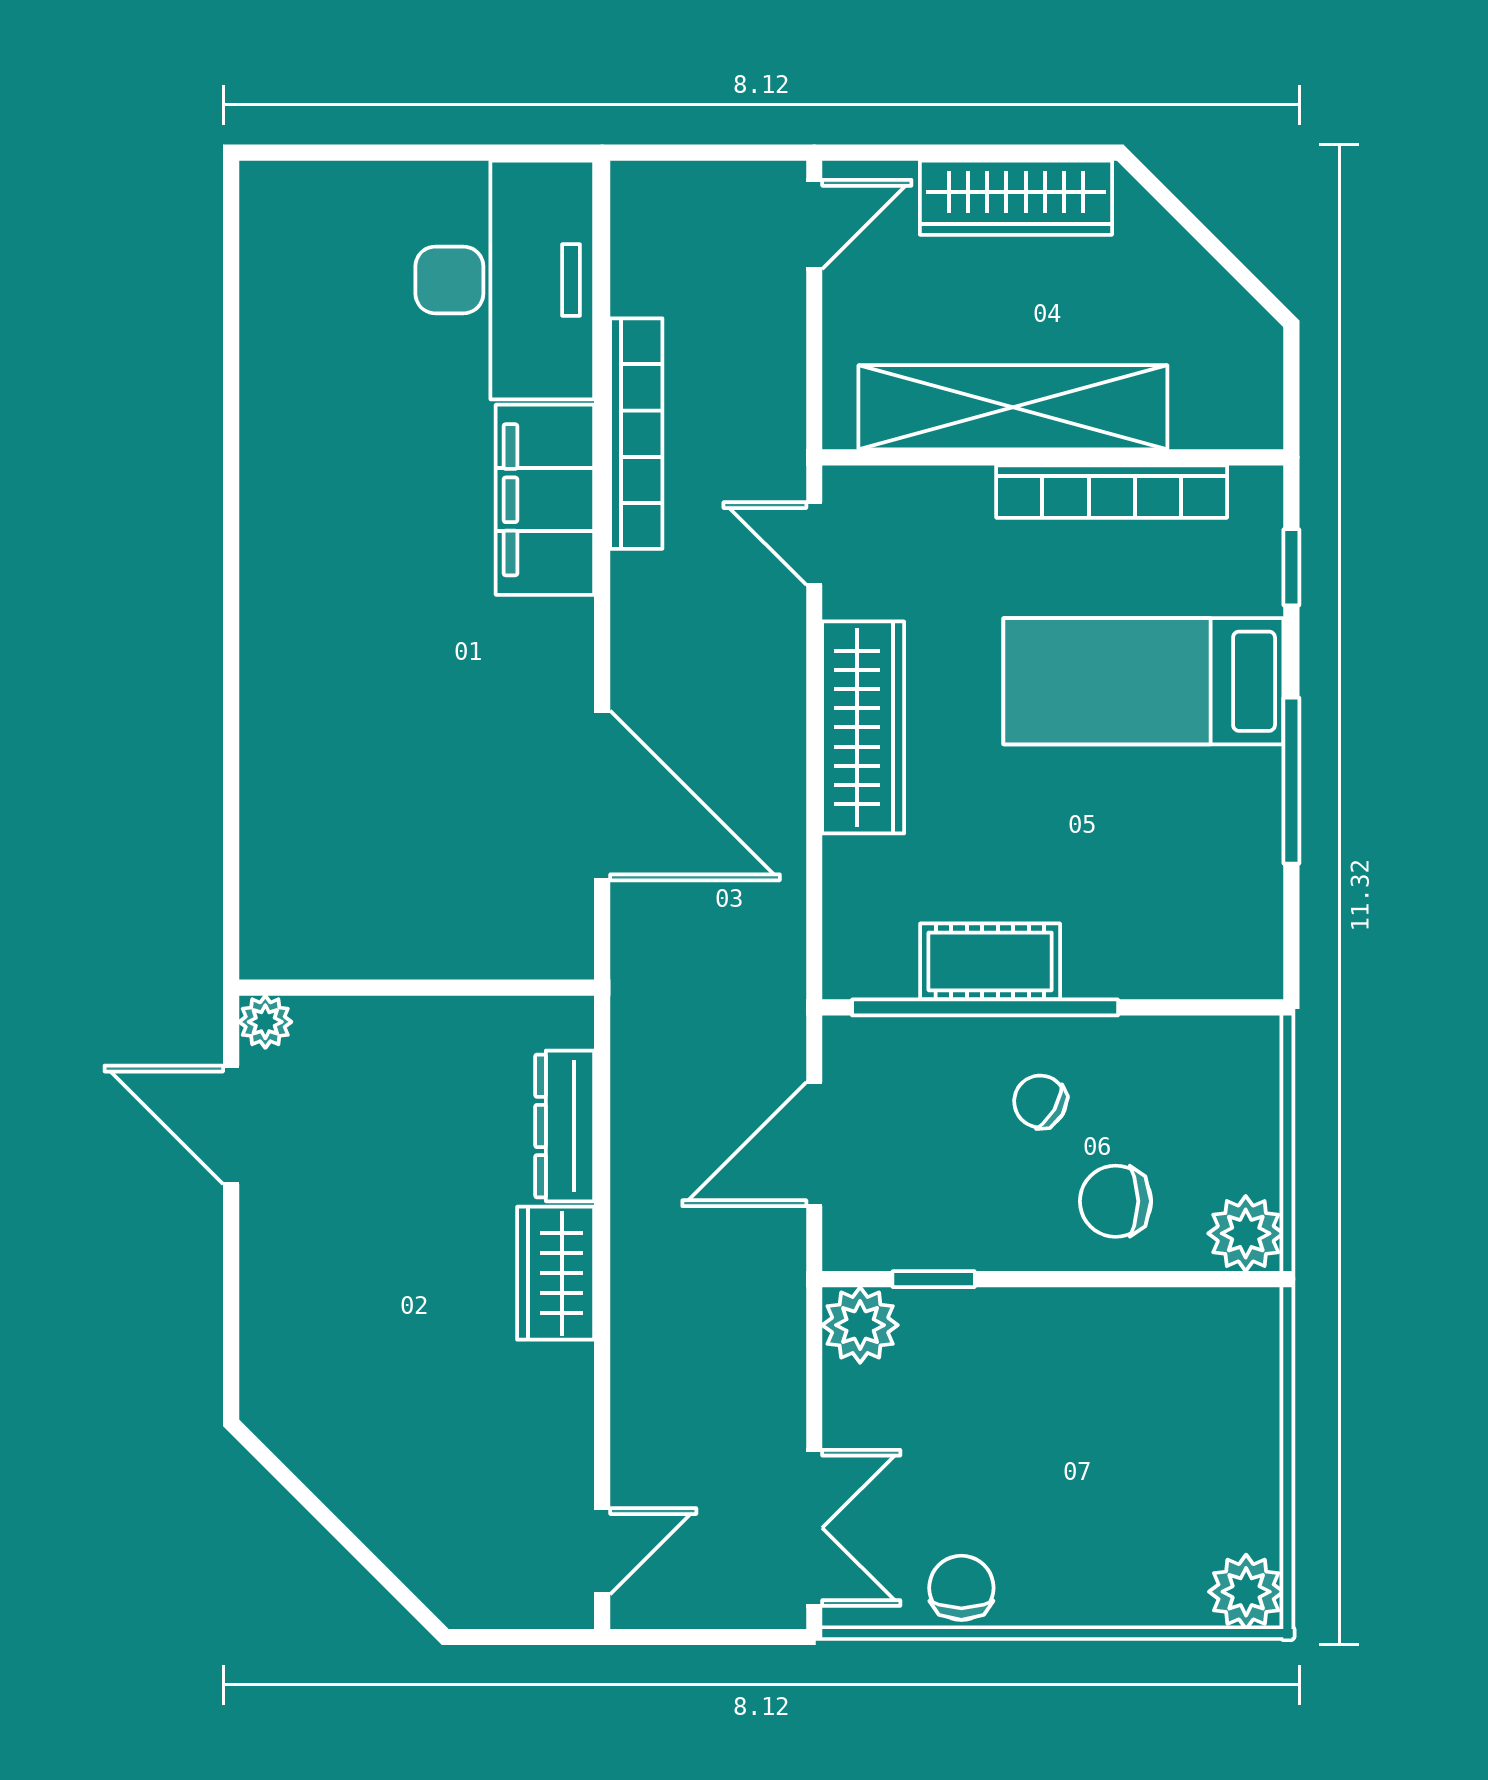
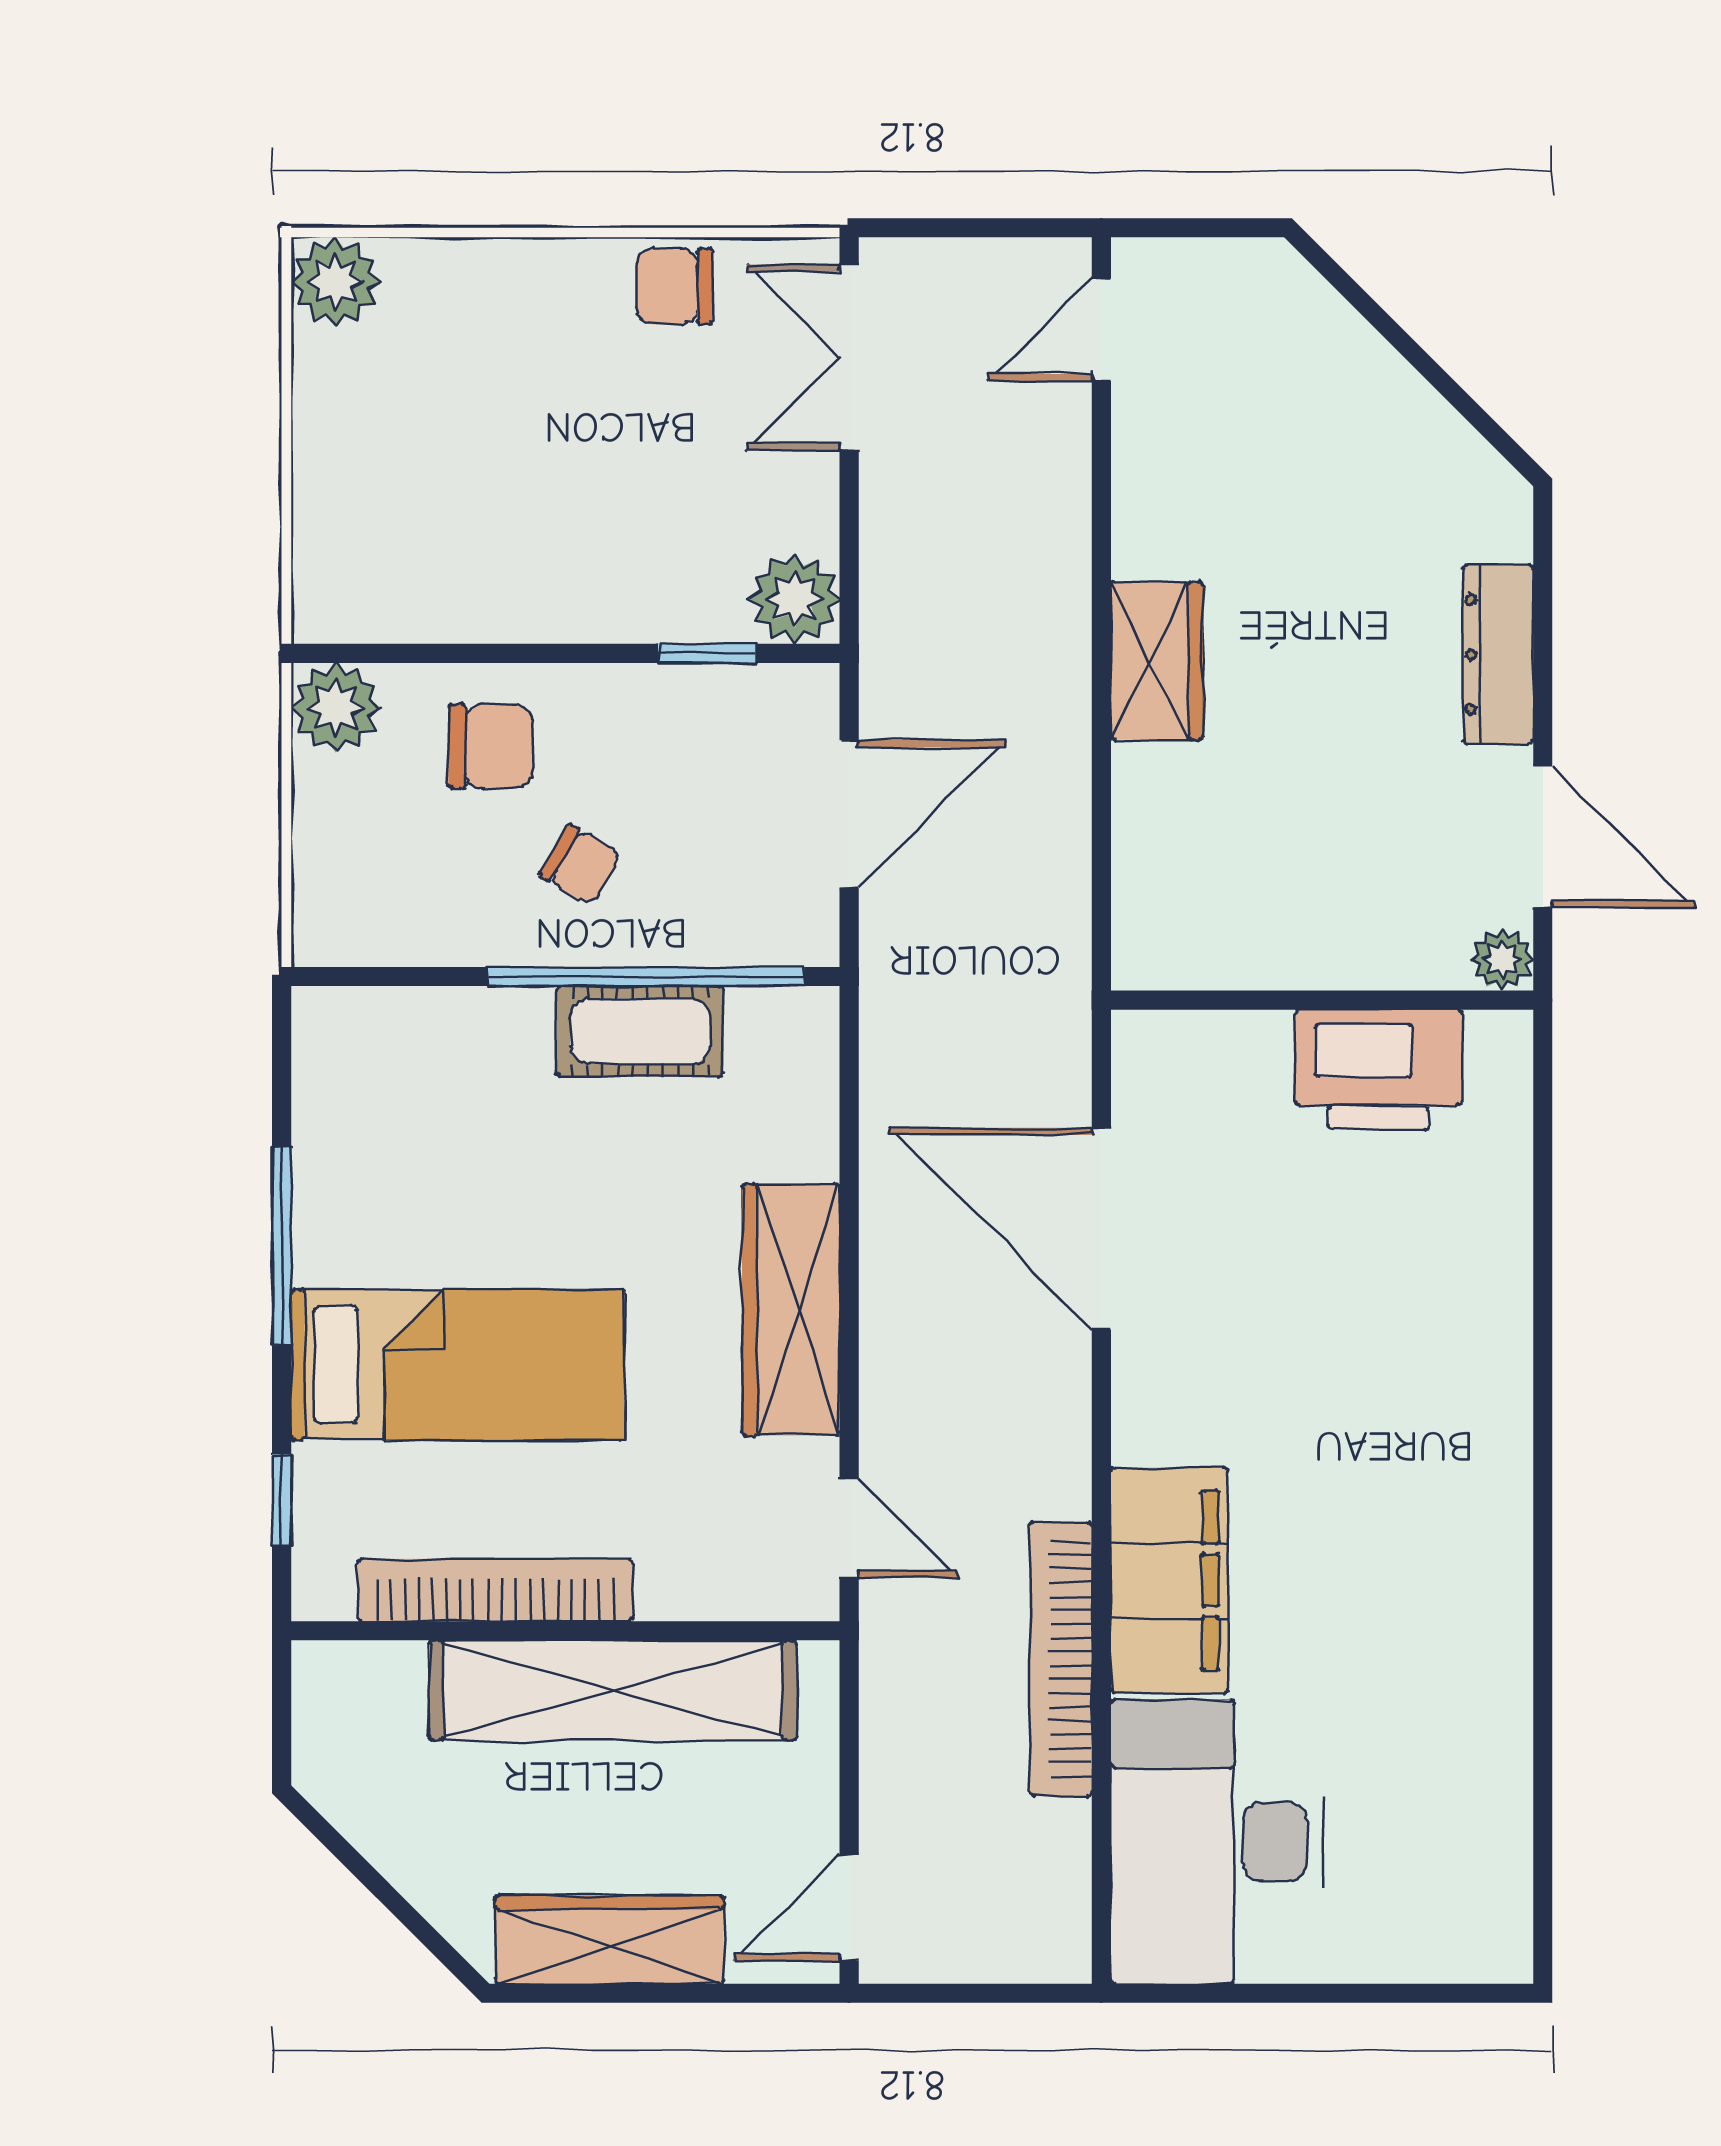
printer: (369, 929) -> (1378, 1070), added
dresser: (565, 1126) -> (1498, 654), moved, turned 180
chair: (961, 1588) -> (674, 286), turned 90

